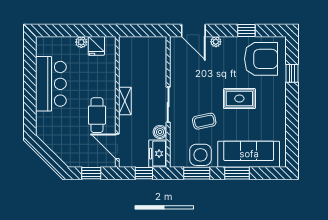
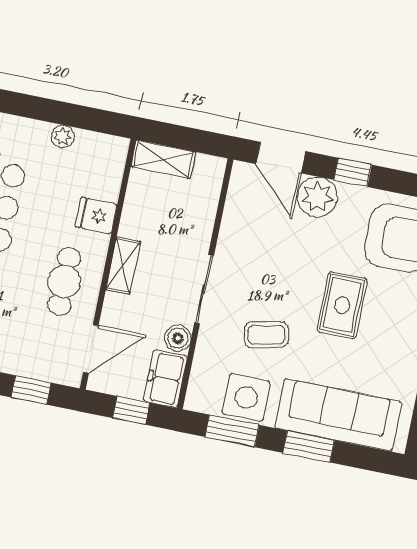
window: (246, 30) -> (353, 172), moved
plant: (216, 42) -> (317, 197), width x1.88, depth x1.88
shelving: (134, 43) -> (163, 159), added
fridge: (96, 46) -> (96, 216), moved, turned 90
rug: (239, 99) -> (342, 305), turned 90
door: (117, 146) -> (91, 349), swing flipped

